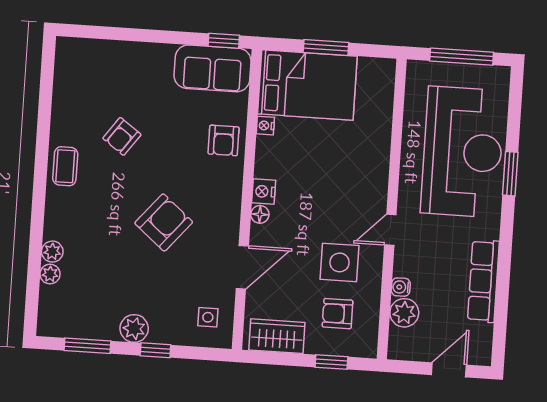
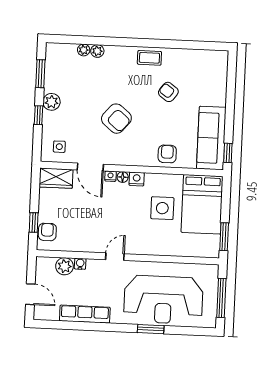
window: (326, 48) -> (224, 237), moved
sofa: (213, 68) -> (211, 138), width x1.36
nightstand: (265, 126) -> (110, 176), moved
armchair: (224, 140) -> (167, 154), turned 90
door: (390, 230) -> (115, 257), hinge flipped
side table: (340, 262) -> (162, 208), moved
armchair: (338, 314) -> (47, 232), moved
wardrobe: (277, 336) -> (56, 178), moved, turned 90

